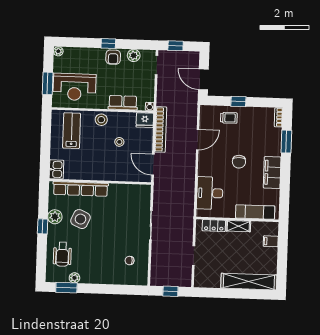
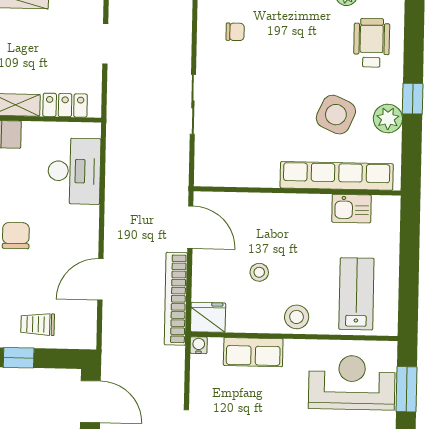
lab bench: (72, 131) -> (356, 294), turned 180
kitchen sink: (56, 169) -> (351, 209), moved, turned -90

